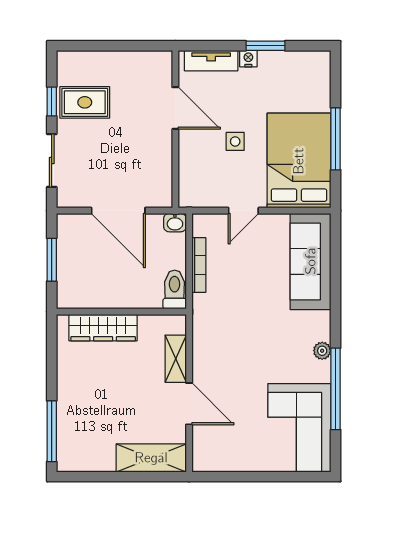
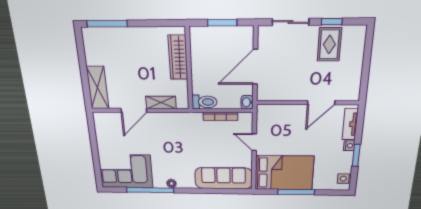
side table: (235, 141) -> (343, 179), moved

